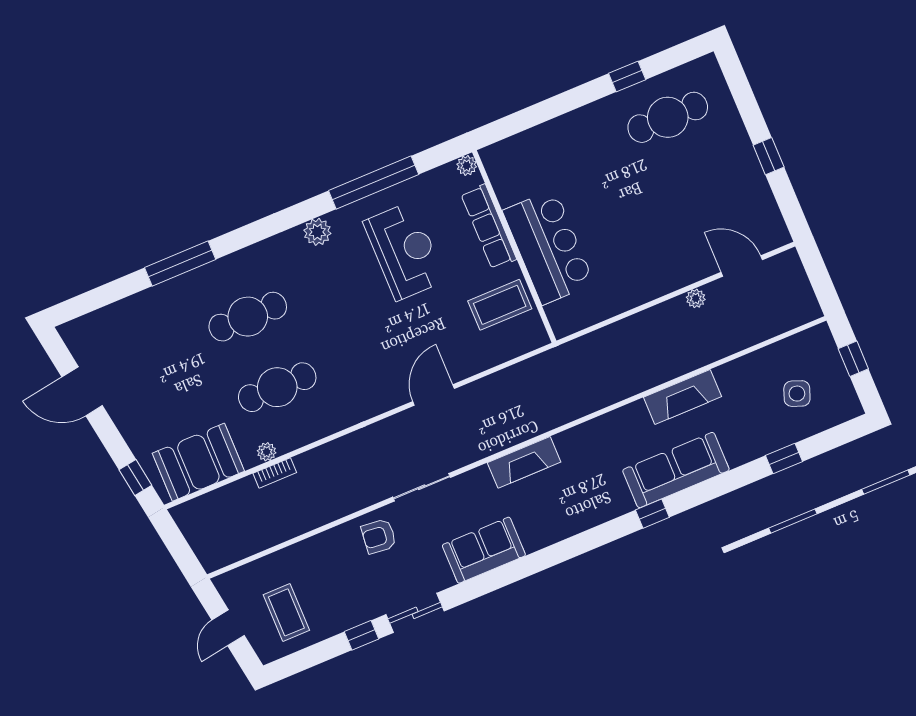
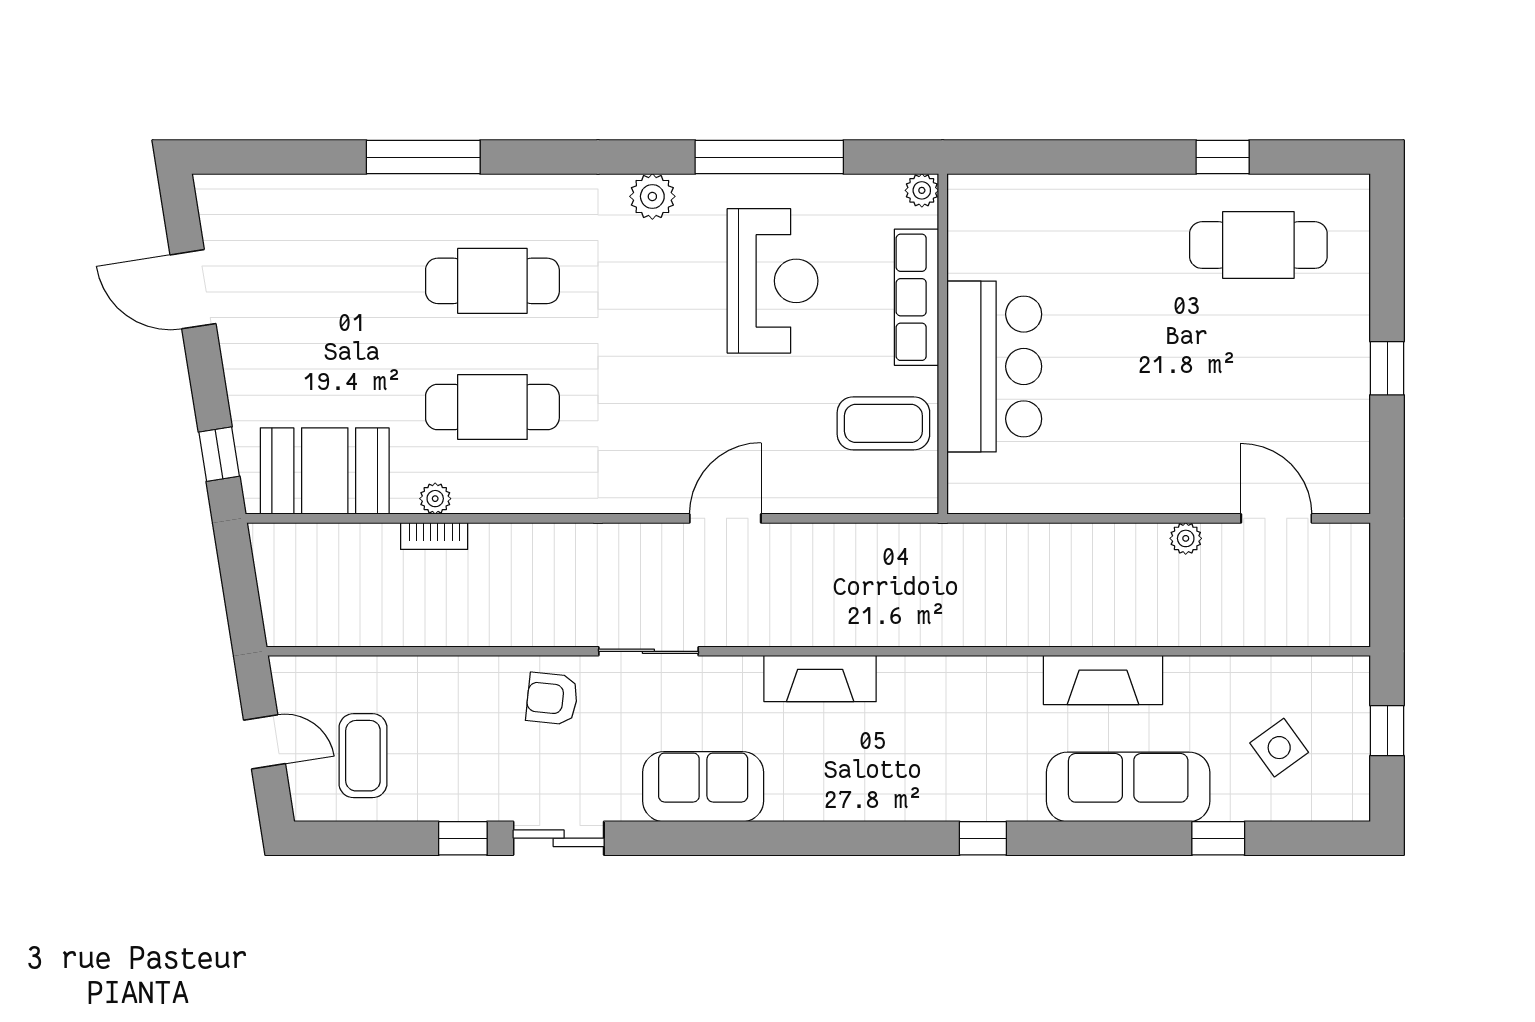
side table: (797, 394) -> (1279, 748), turned 33
sofa: (676, 470) -> (1128, 787), moved
door: (228, 628) -> (265, 742), swing flipped

